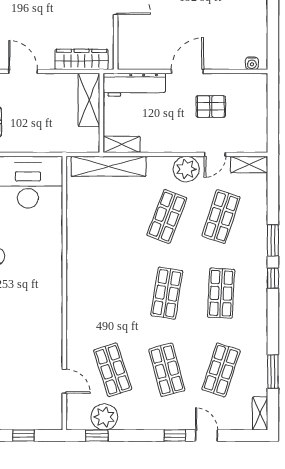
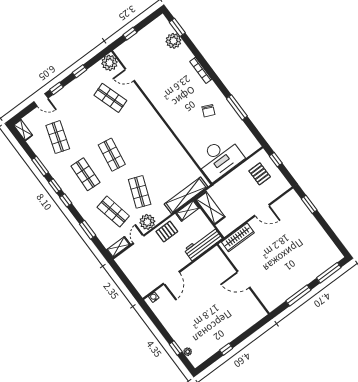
door: (187, 71) -> (171, 278), moved
shelving: (89, 100) -> (210, 208), moved
pallet: (211, 106) -> (167, 232), moved
shop shelf: (221, 217) -> (113, 212), turned -30
window: (273, 240) -> (88, 230), moved
window: (273, 308) -> (55, 186), added
shop shelf: (167, 370) -> (84, 117), removed
window: (273, 372) -> (40, 166), moved
plant: (104, 417) -> (109, 63), moved
window: (97, 435) -> (80, 71), moved

